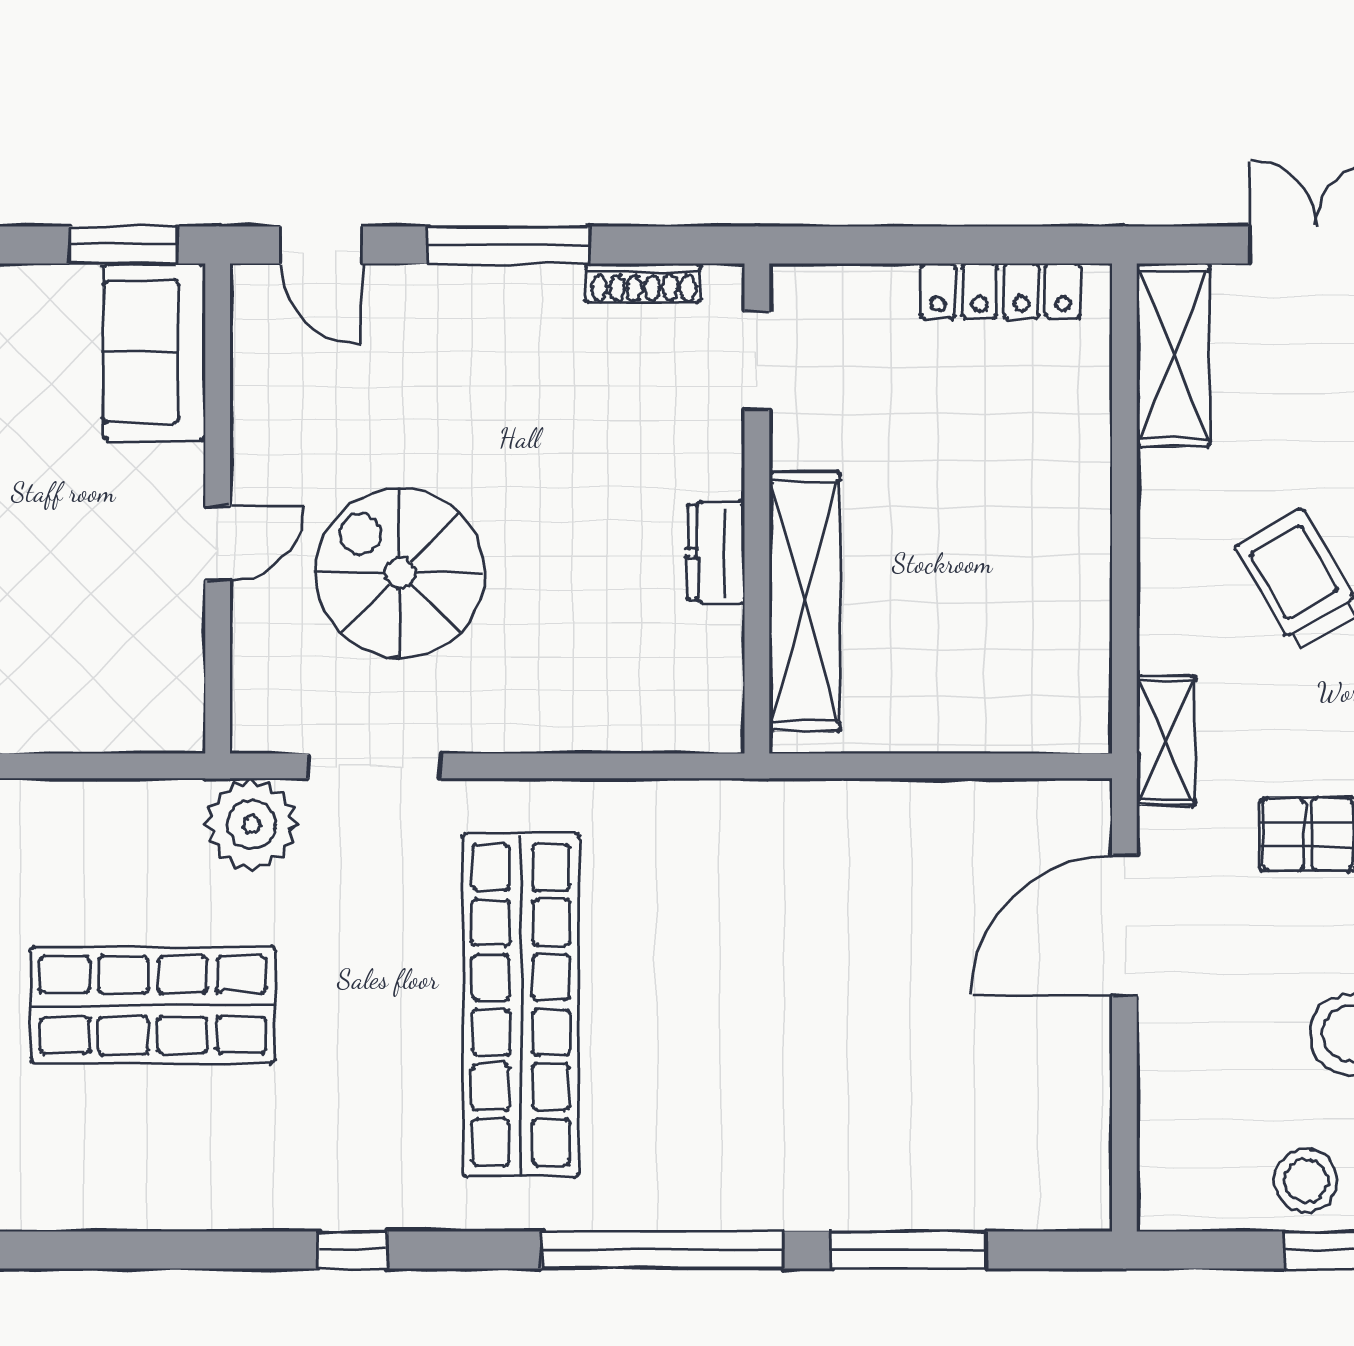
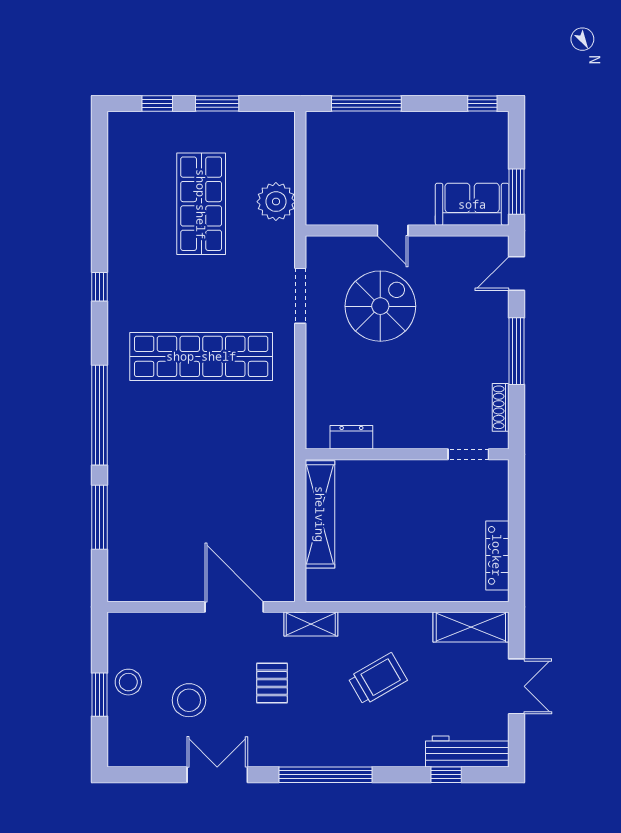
dresser: (716, 552) -> (351, 437), moved
shelving: (804, 602) -> (320, 514), moved, turned 90
plant: (251, 824) -> (276, 202), moved

